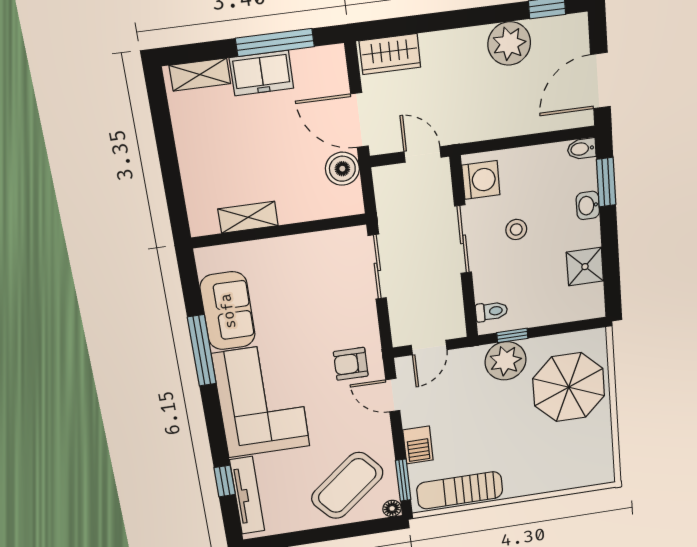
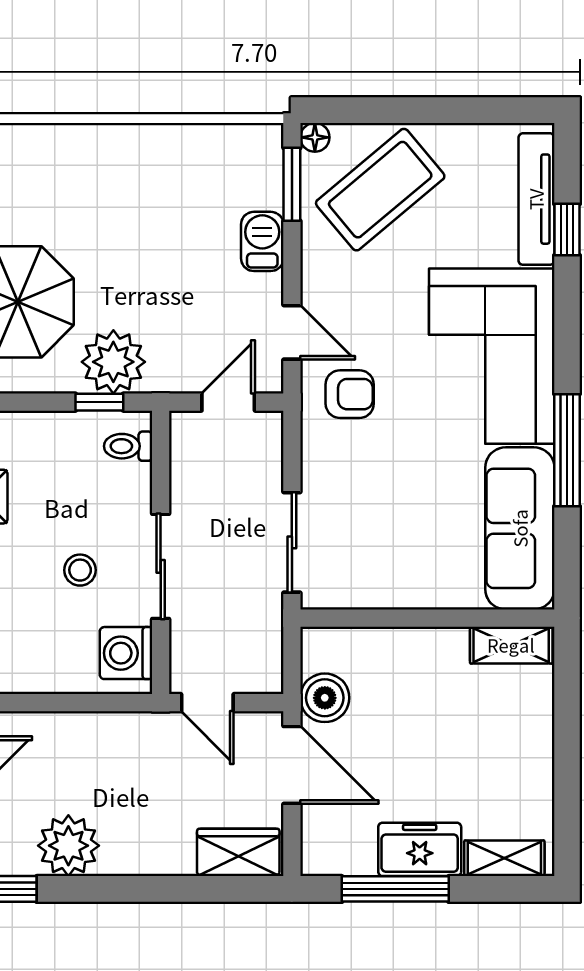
shelving: (248, 217) -> (511, 645), moved
sofa: (228, 311) -> (520, 528), width x1.36
sun lounger: (460, 490) -> (205, 151), removed

